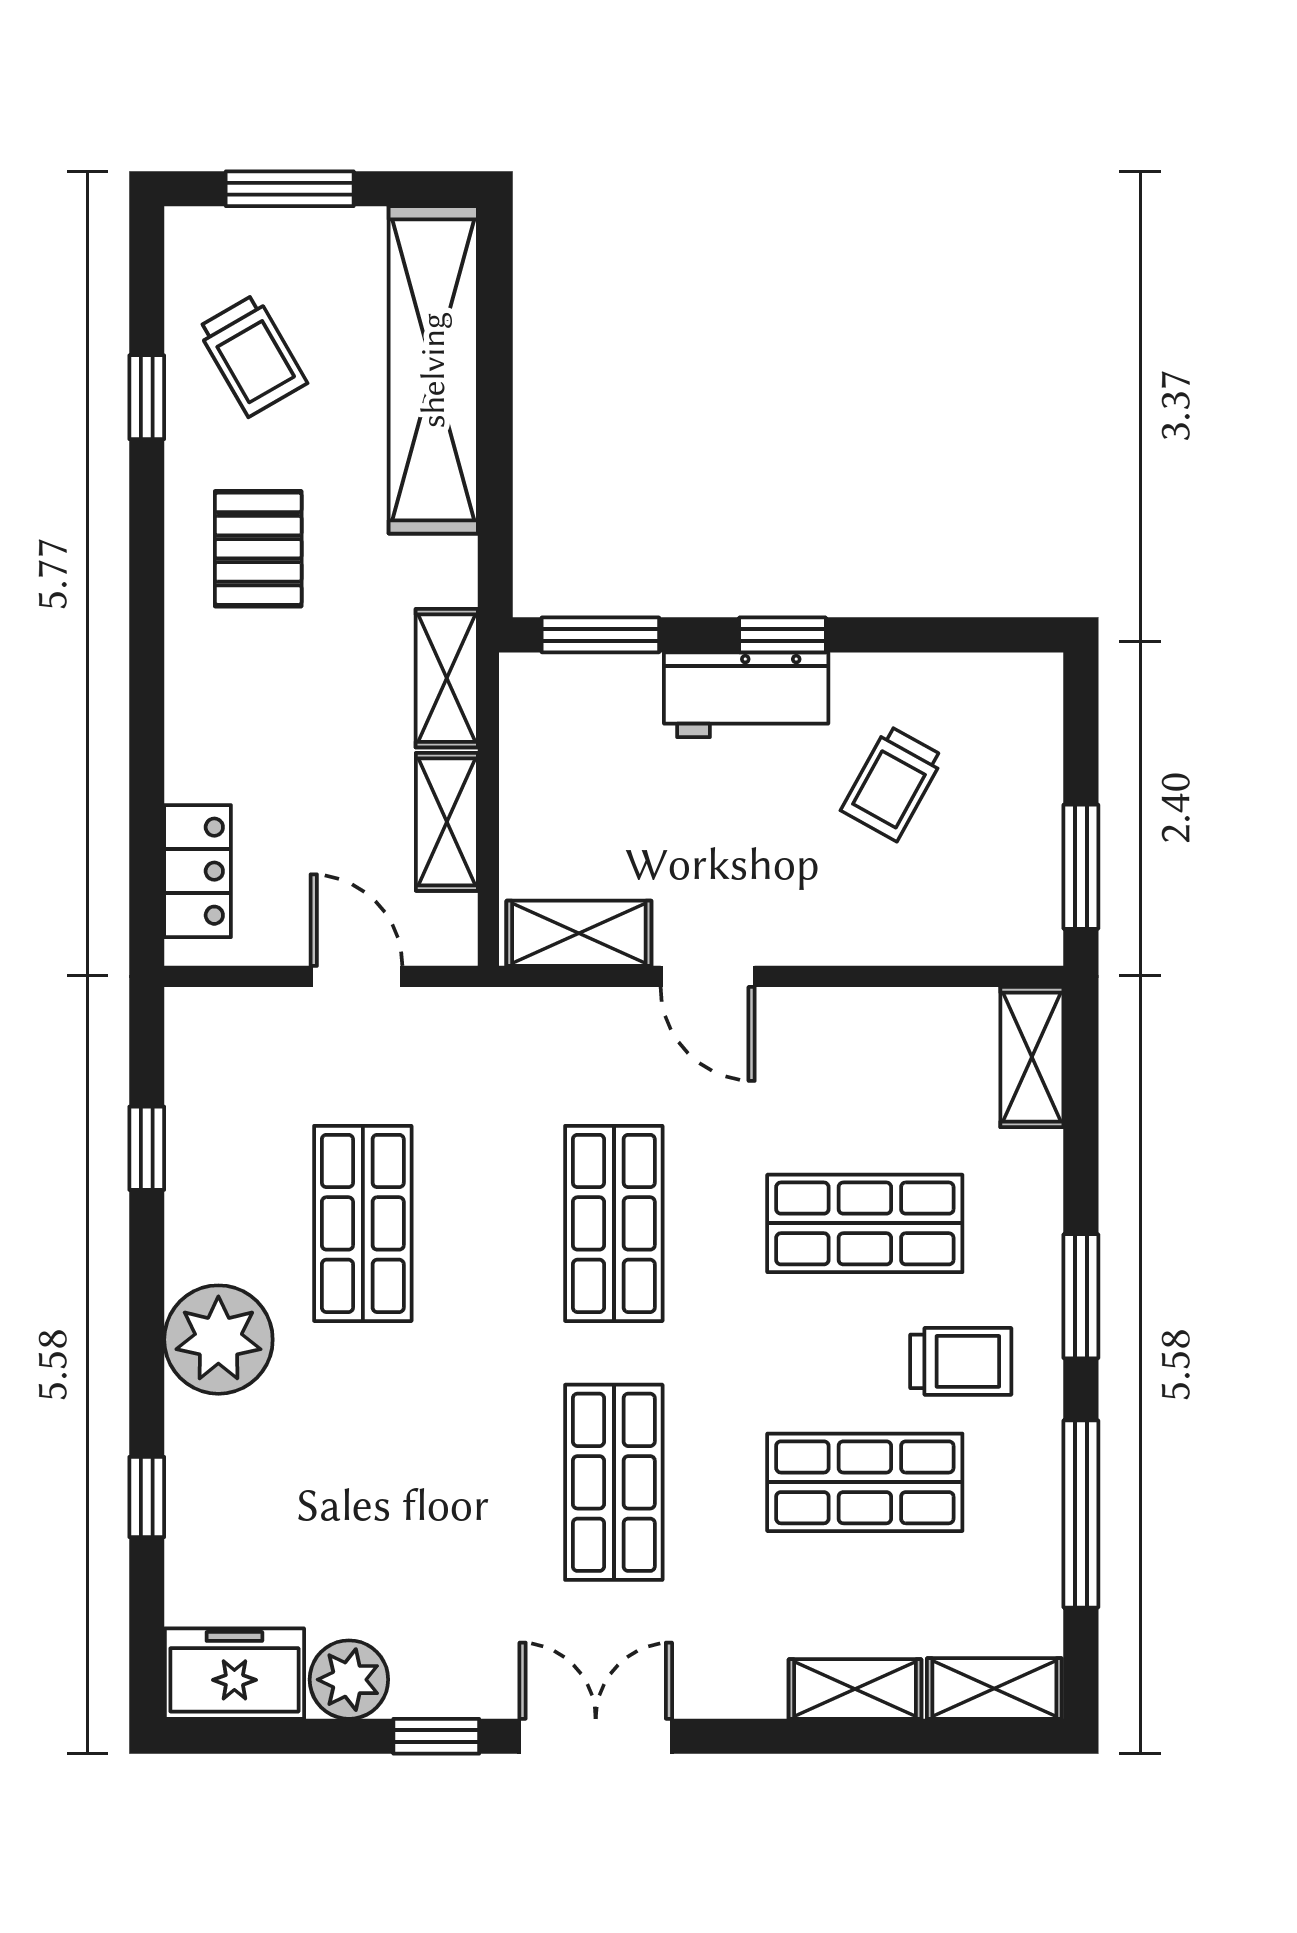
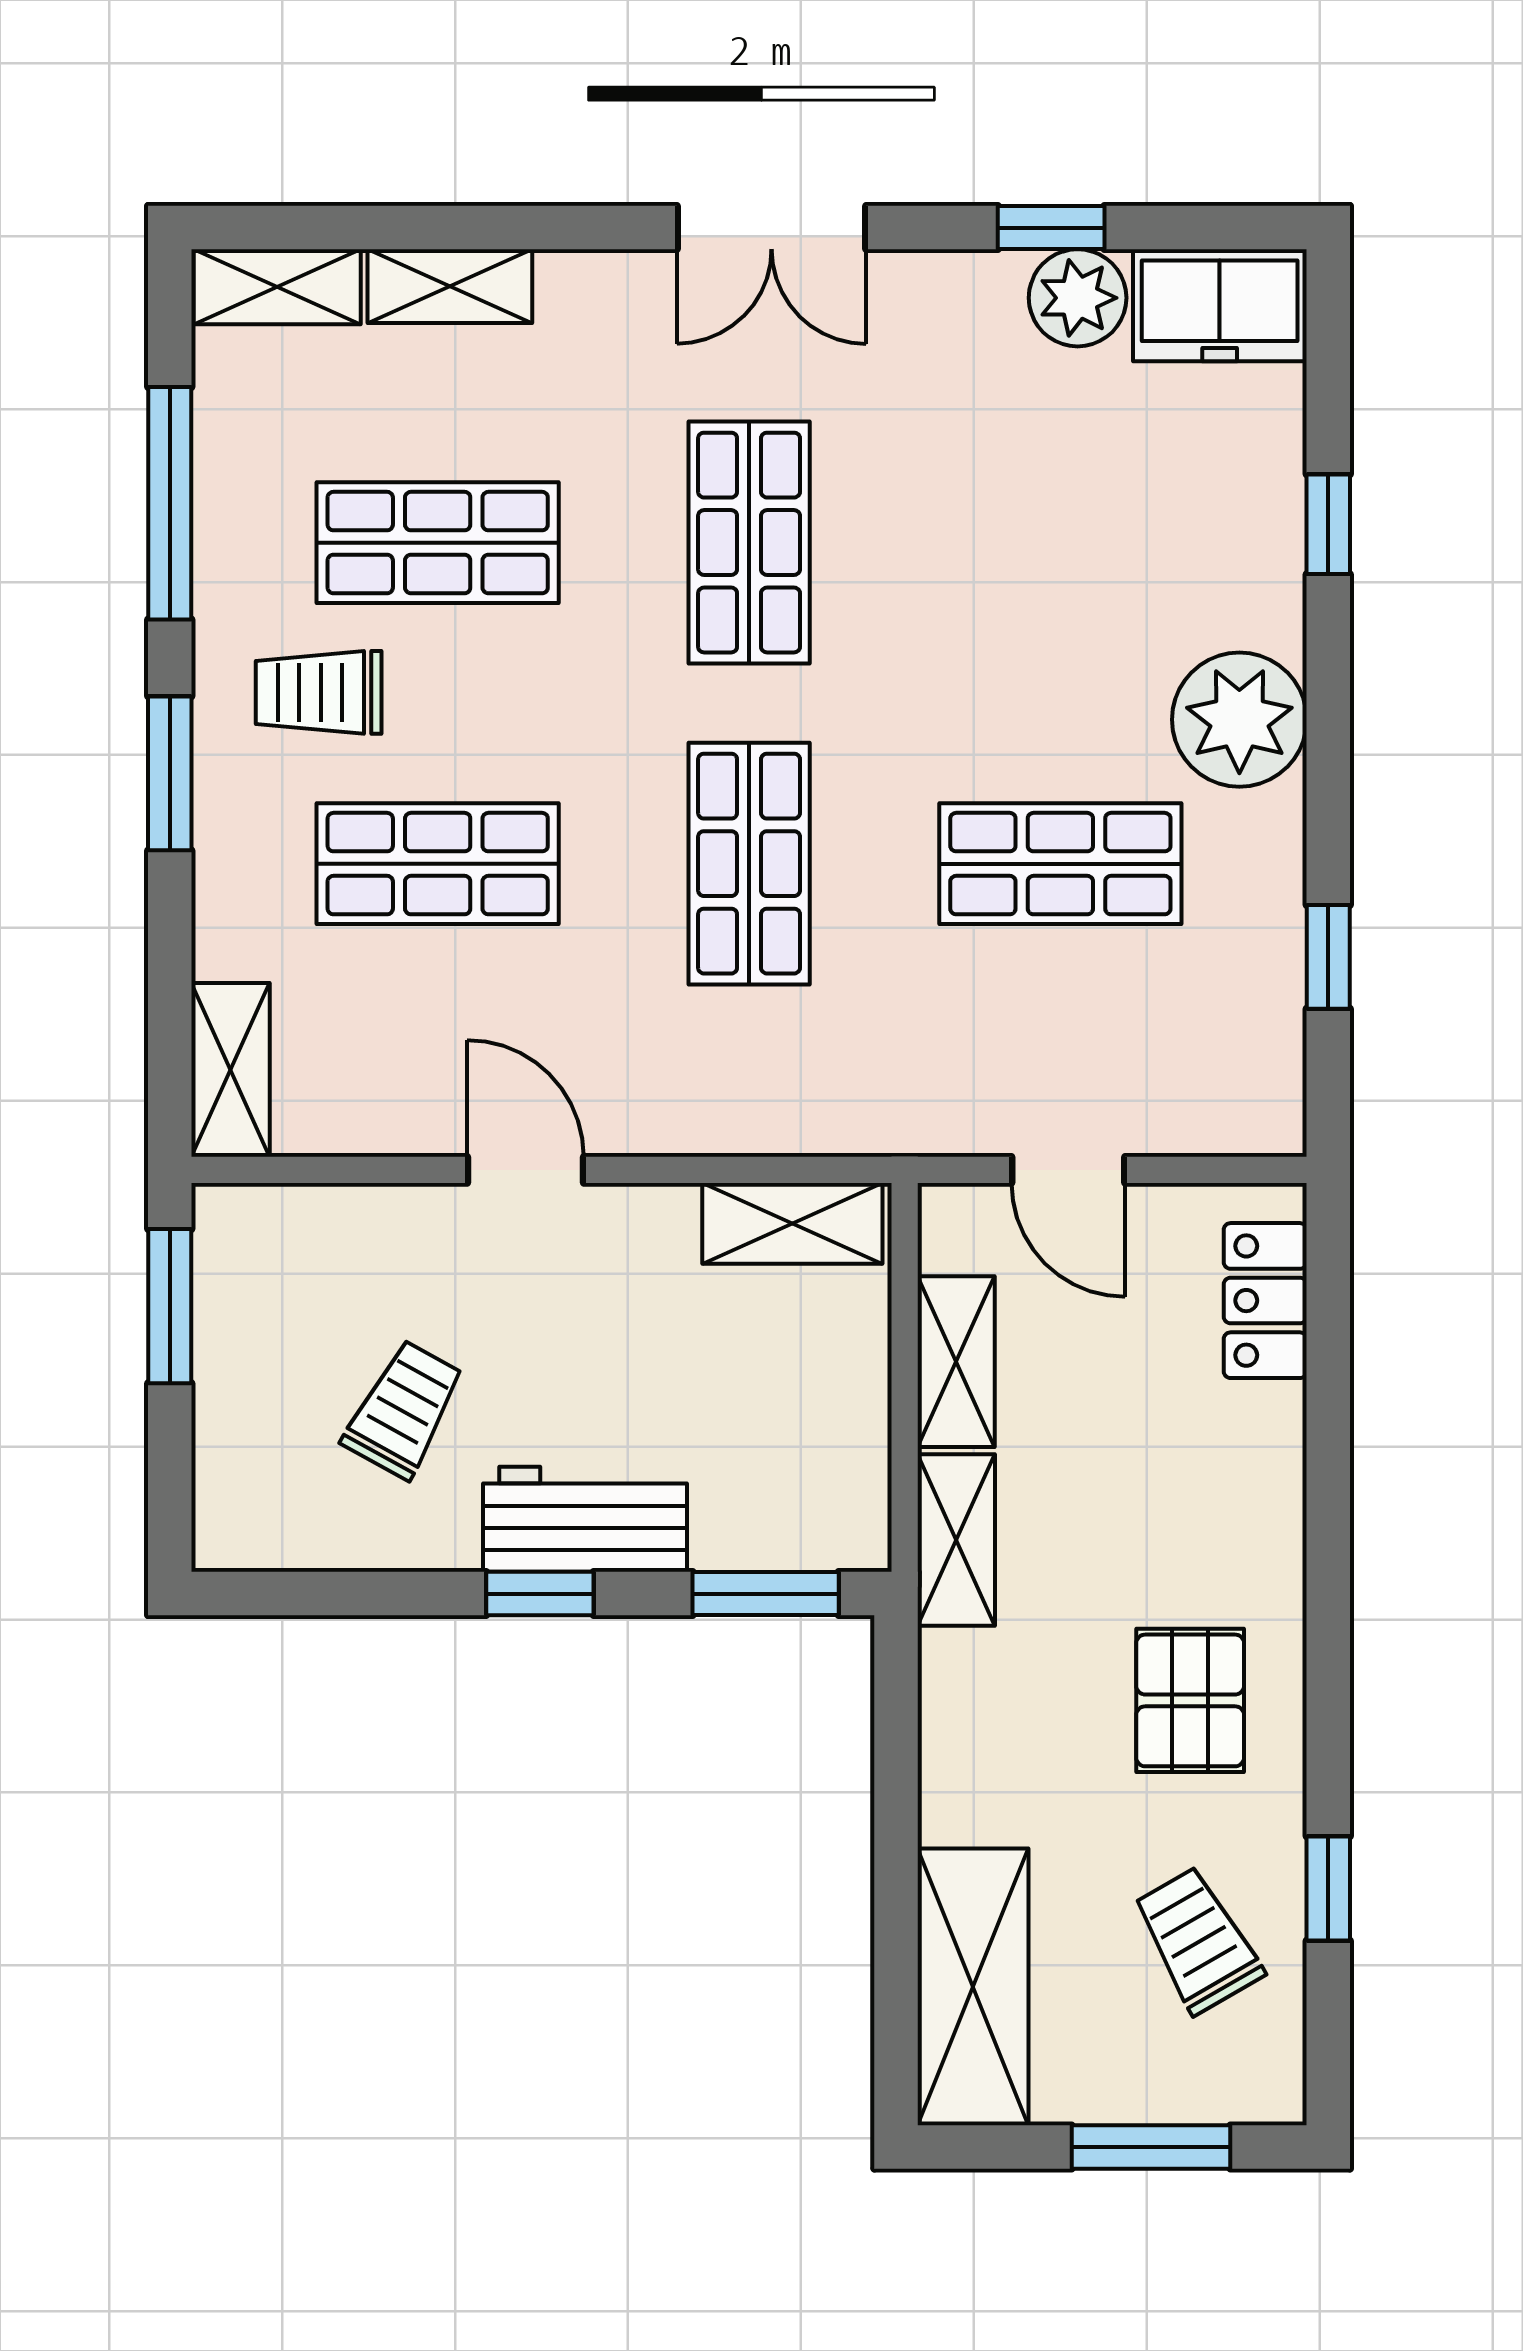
shelving: (433, 370) -> (973, 1987), width x0.68
door: (708, 976) -> (526, 1170), moved
shop shelf: (363, 1223) -> (1060, 864), turned 90
window: (436, 1736) -> (1051, 228), moved

